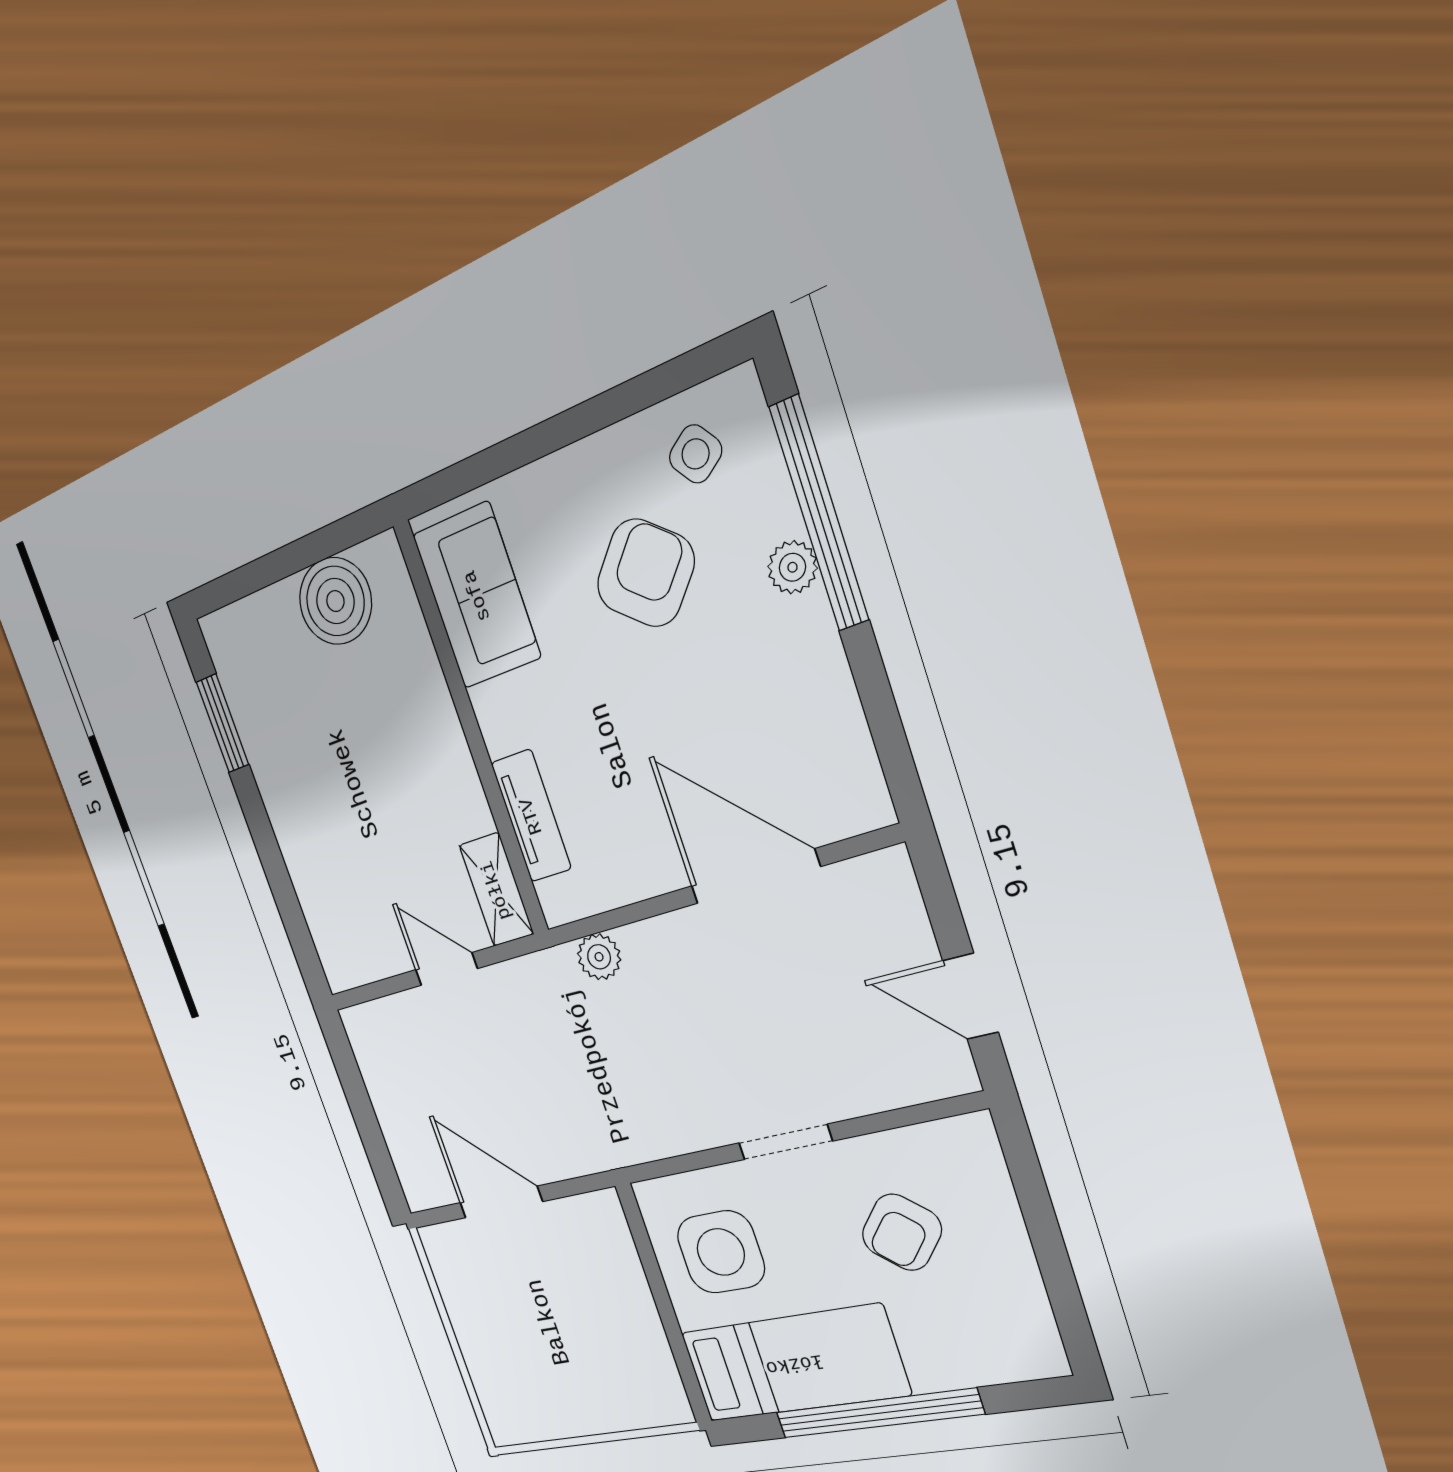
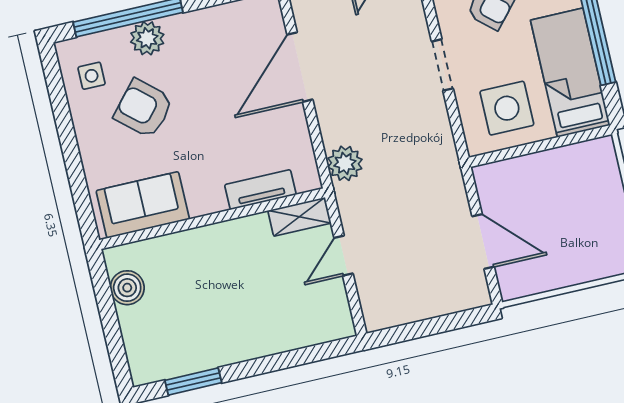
side table: (696, 454) -> (92, 76), turned 35
plant: (792, 567) -> (147, 38), width x1.38, depth x1.38
boiler: (335, 601) -> (127, 288), width x0.73, depth x0.73
plant: (599, 957) -> (345, 163), width x1.38, depth x1.38
door: (501, 1202) -> (483, 241), swing flipped

